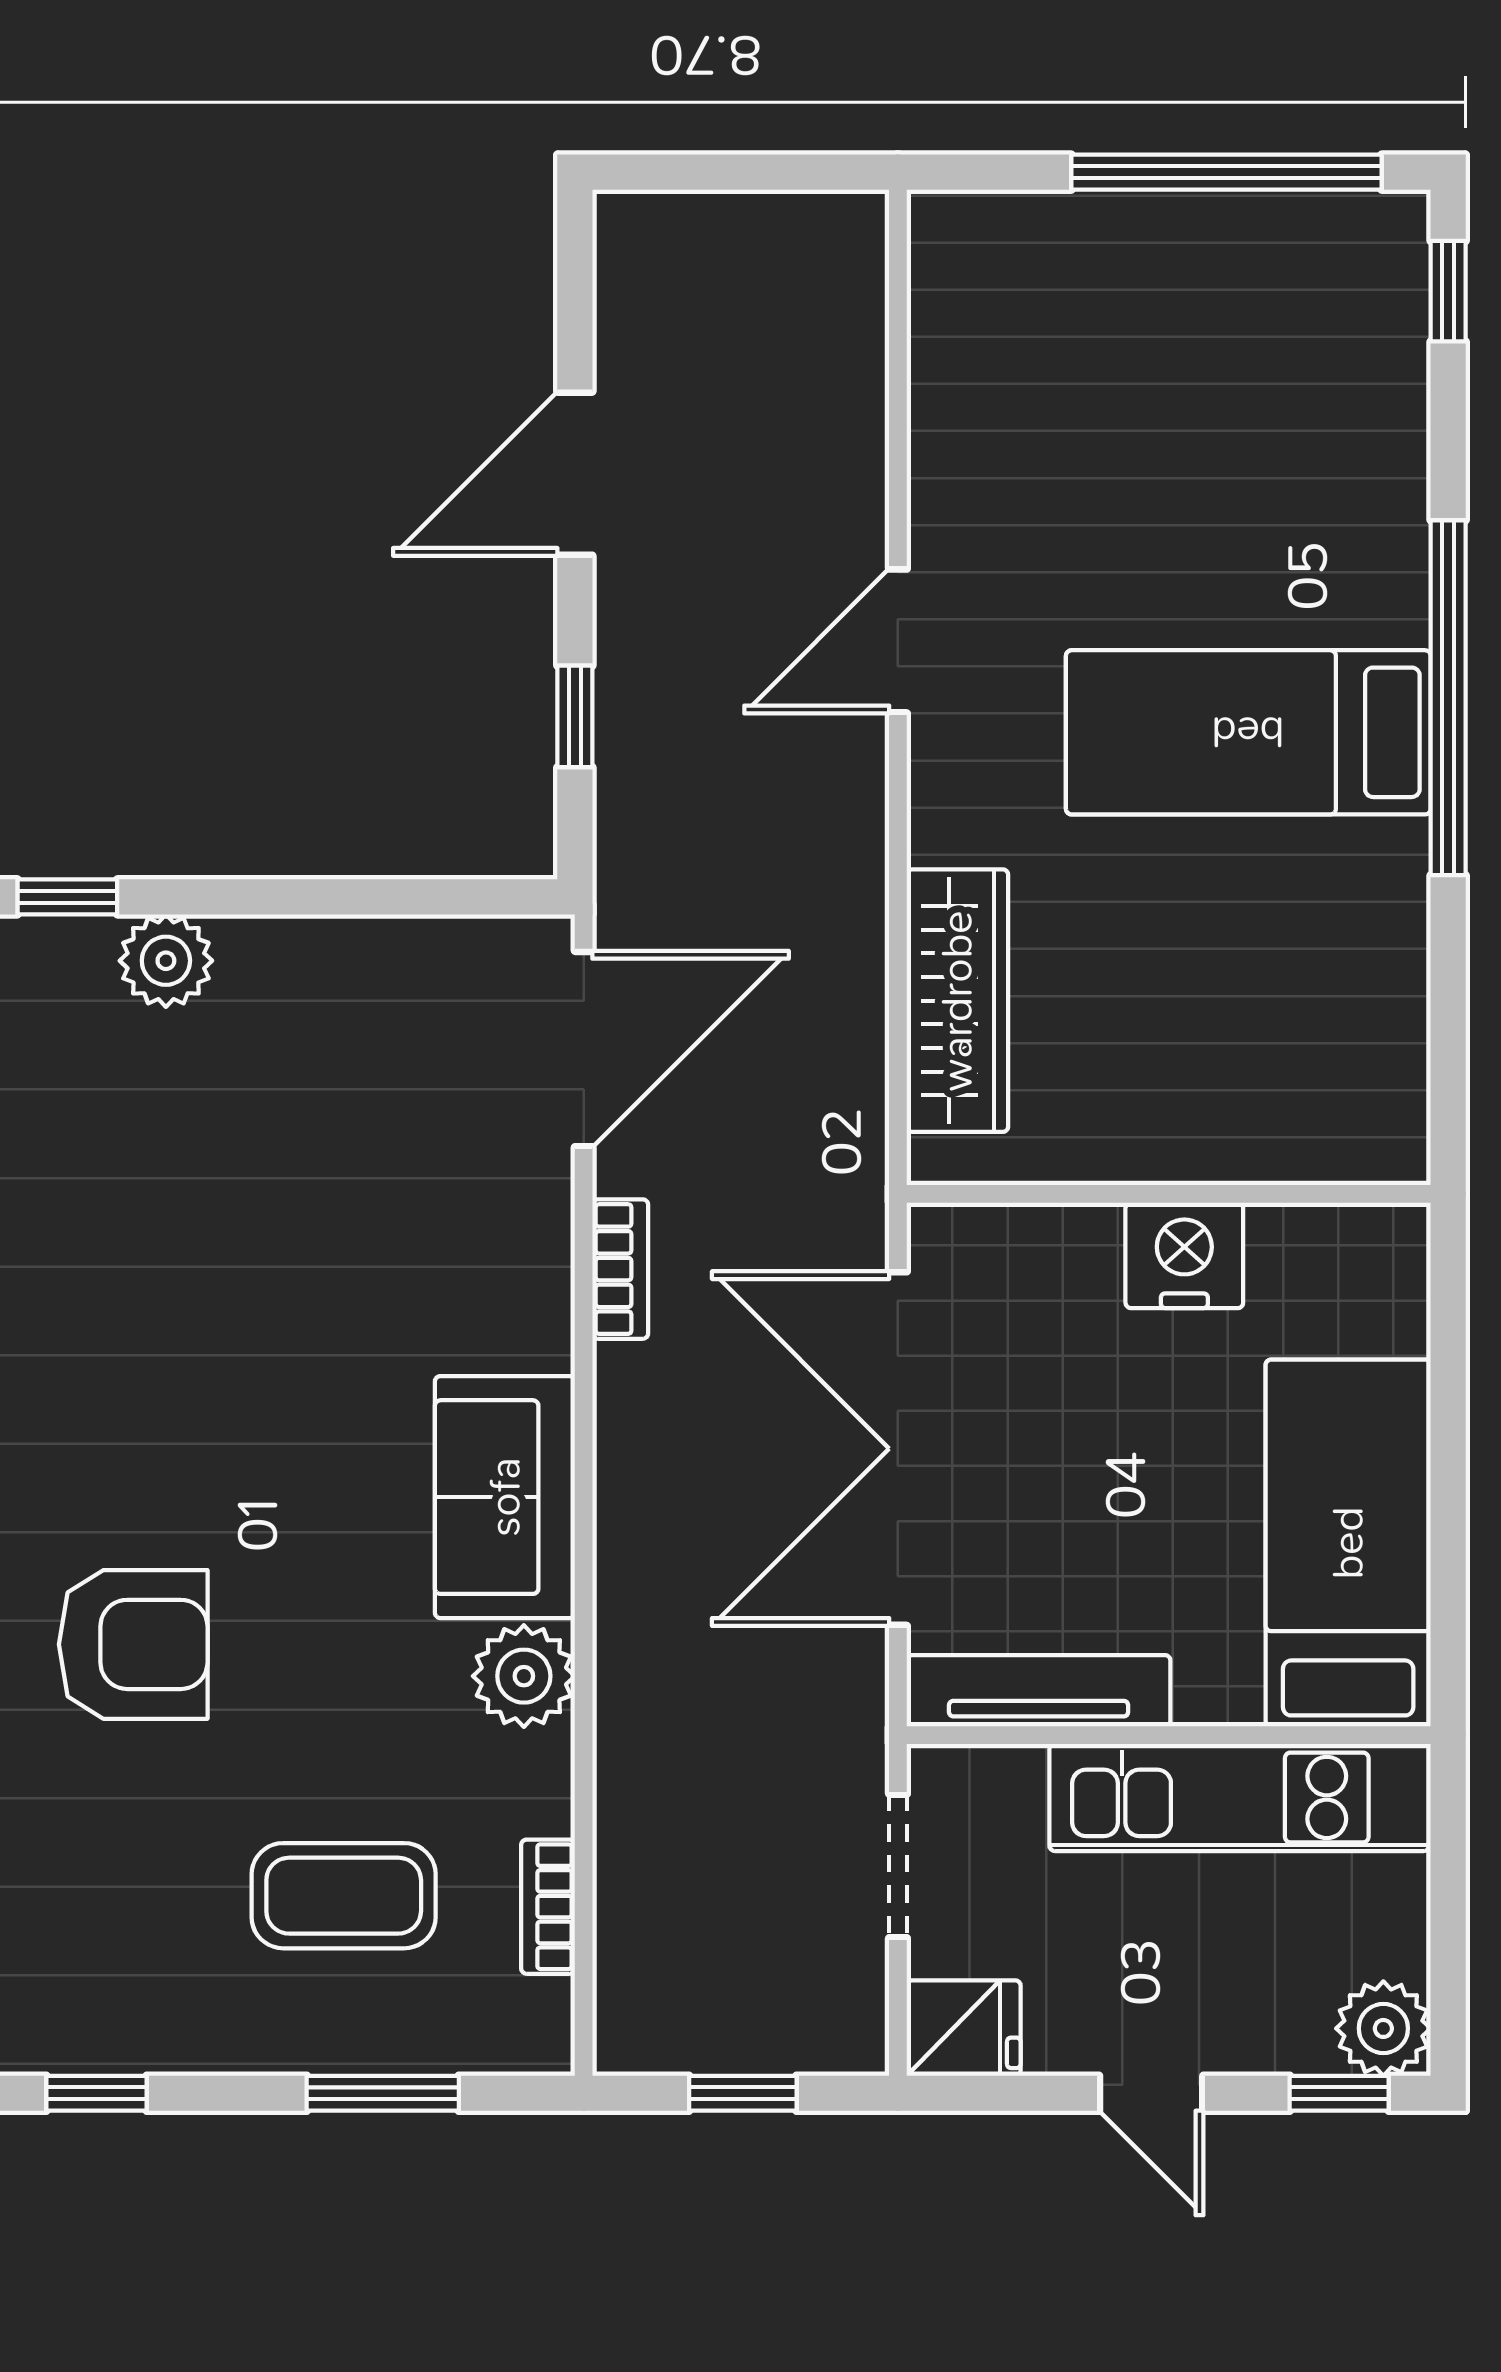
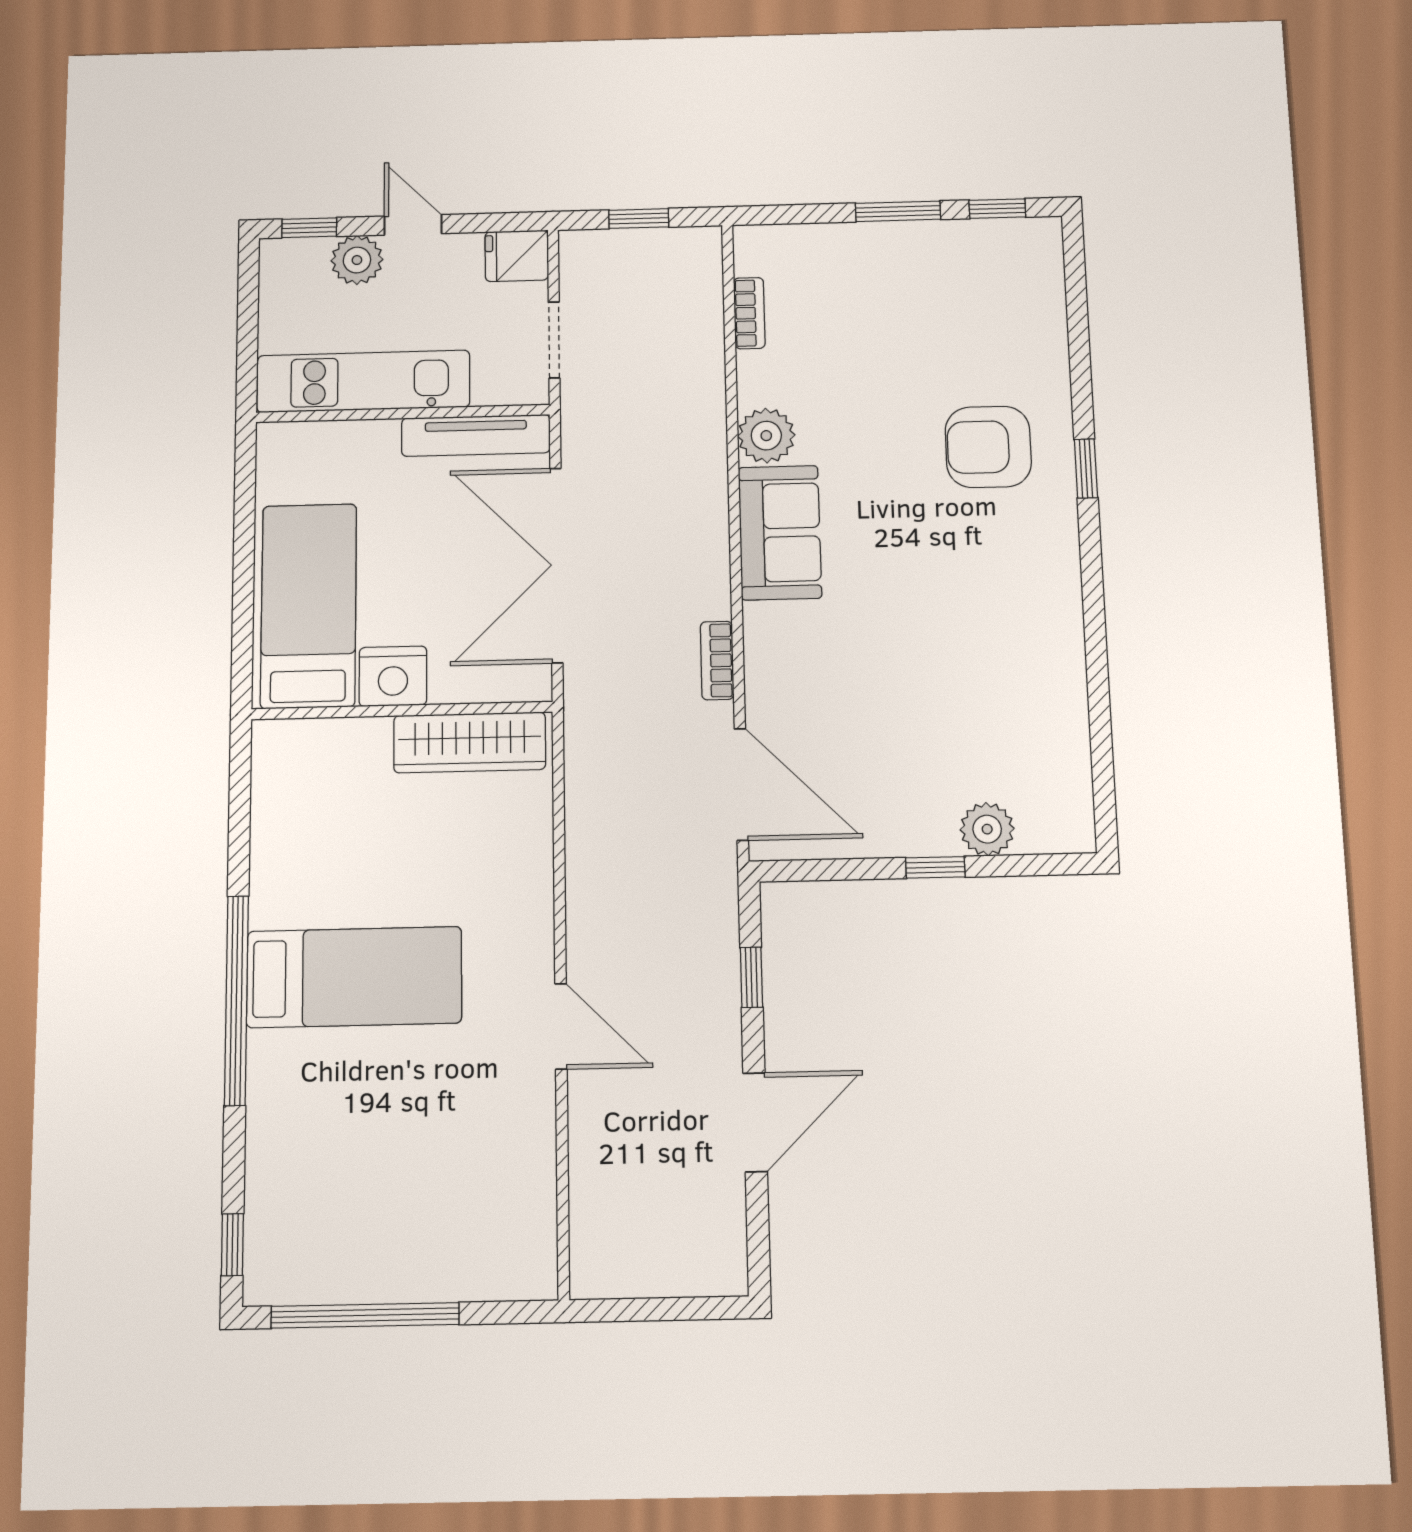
door: (898, 641) -> (561, 1026), hinge flipped
window: (67, 897) -> (935, 867), moved
wardrobe: (957, 1001) -> (470, 742), moved, turned -90
door: (584, 1049) -> (741, 784), swing flipped
double door: (898, 1449) -> (556, 565), swing flipped
bed: (1348, 1543) -> (309, 606), moved, turned 180
coffee table: (344, 1896) -> (864, 316), removed
plant: (1383, 2028) -> (357, 260), moved
window: (383, 2093) -> (898, 211), moved

